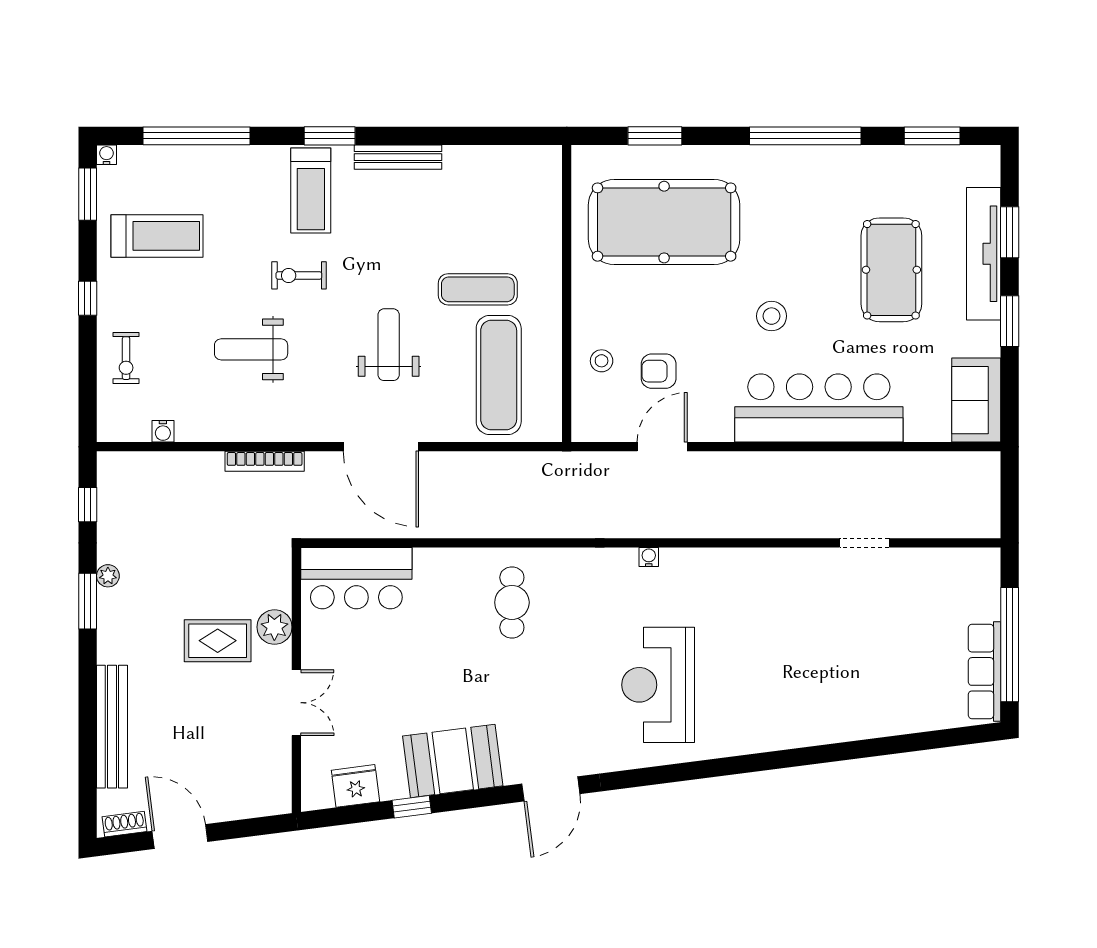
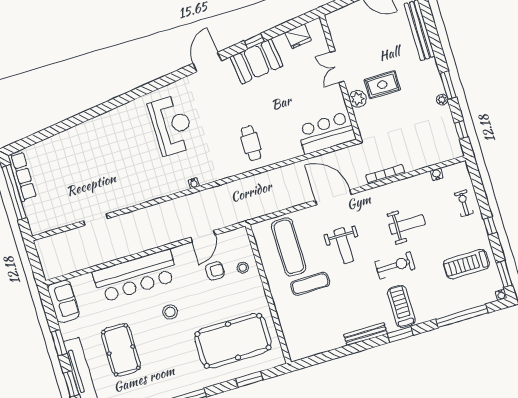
exercise bike: (299, 275) -> (395, 265), width x1.38, depth x1.39
window: (412, 807) -> (254, 41), moved

